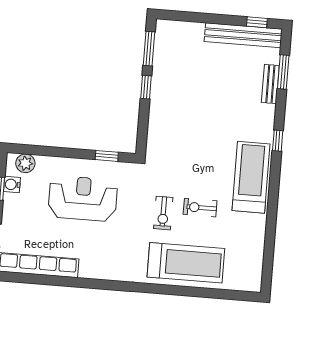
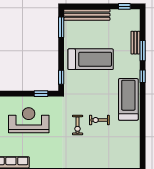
bench: (243, 35) -> (87, 15), moved
window: (283, 72) -> (143, 51), moved
window: (146, 87) -> (61, 77), moved
treadmill: (186, 263) -> (91, 59), moved

